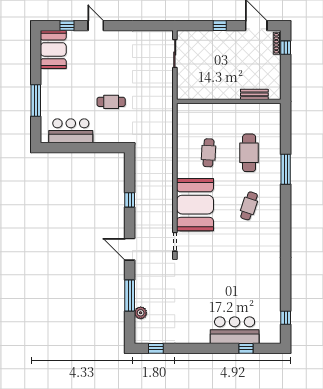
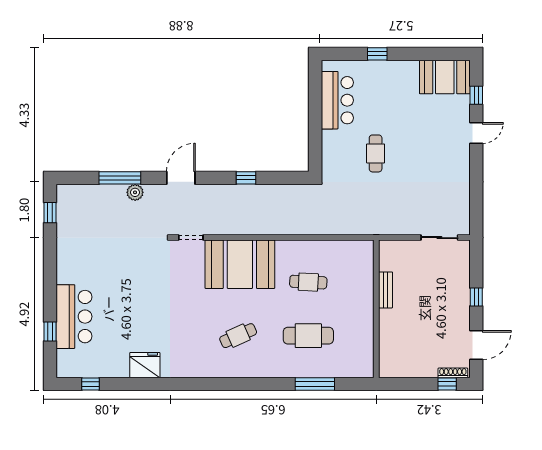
bench: (254, 94) -> (386, 290), moved
window: (36, 101) -> (377, 54), width x0.46
window: (286, 169) -> (315, 384), moved
cafe table: (249, 206) -> (238, 336), turned -42
fridge: (271, 277) -> (145, 365), added
plant: (141, 313) -> (135, 192), moved

